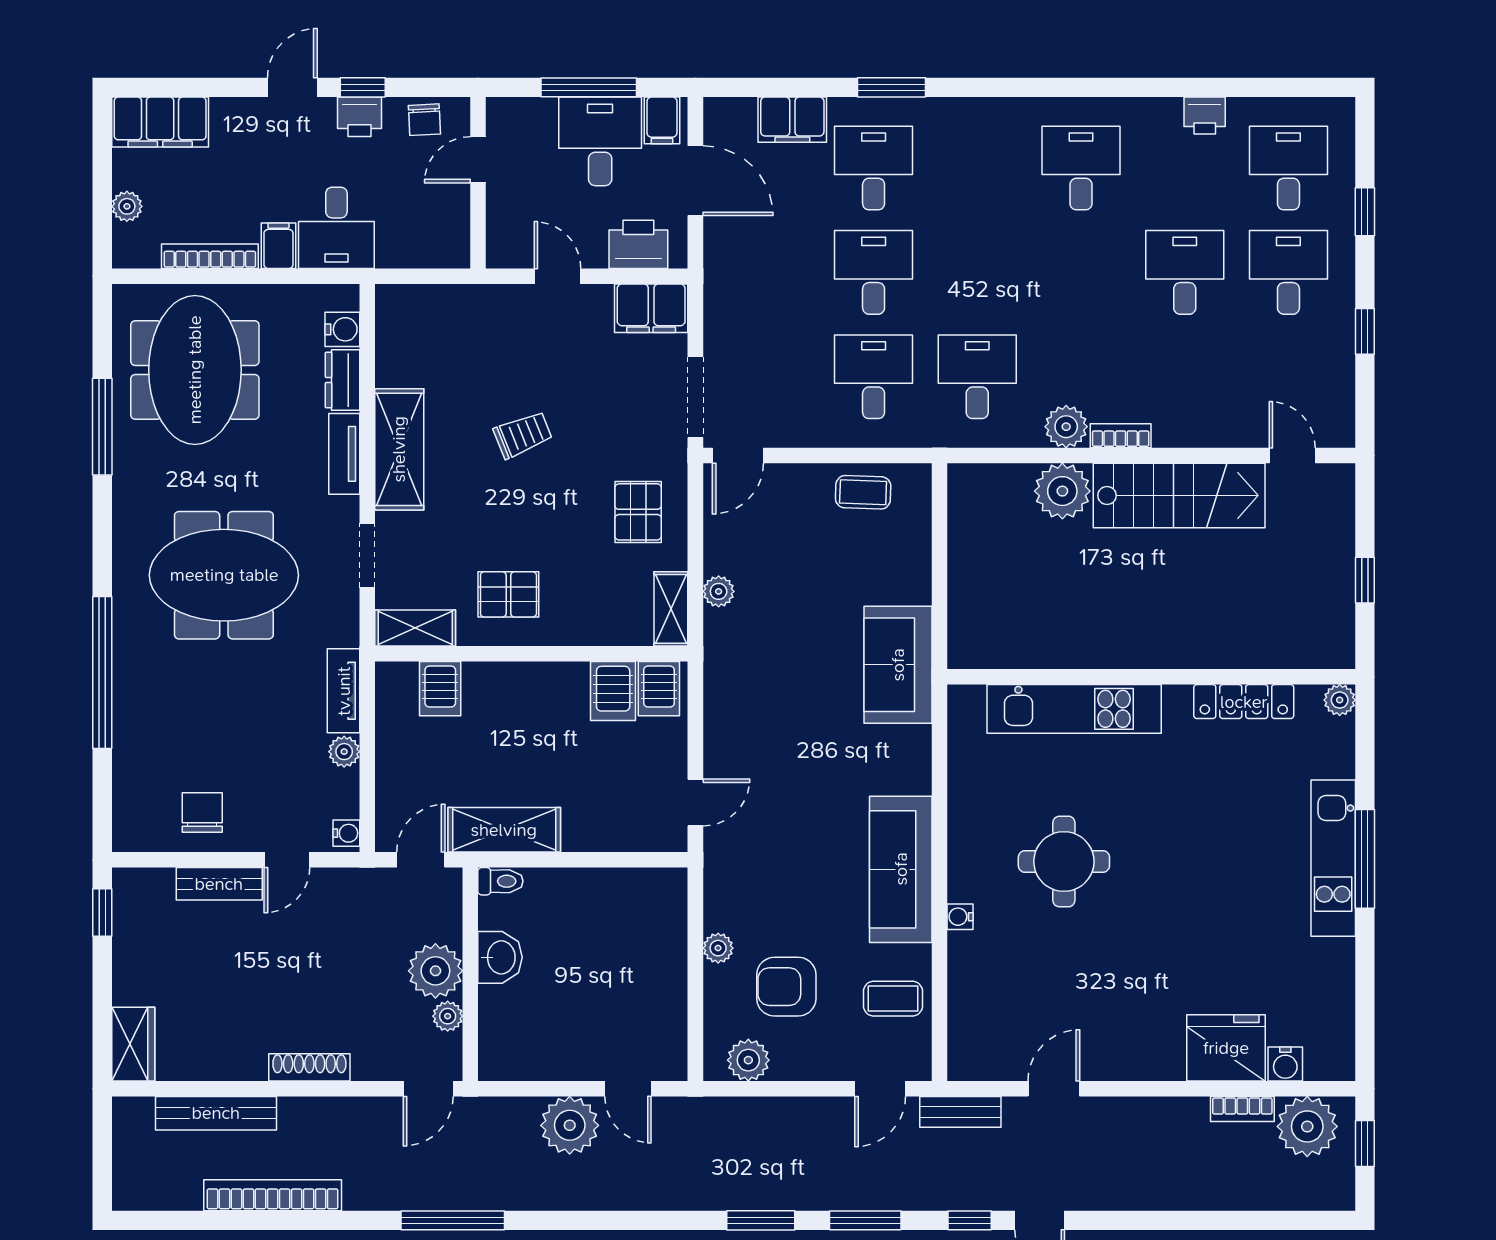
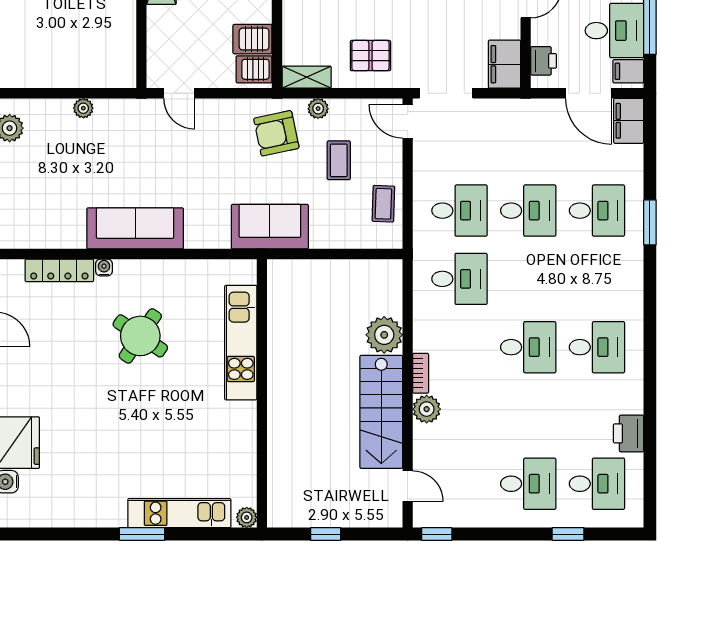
printer: (1205, 115) -> (629, 433), width x1.36, depth x1.24
filing cabinet: (792, 120) -> (629, 121), moved
door: (695, 181) -> (589, 93), hinge flipped
printer: (638, 244) -> (544, 61), width x0.73, depth x0.81
desk: (1185, 272) -> (528, 347), moved
window: (1365, 331) -> (437, 534), moved
plant: (1066, 427) -> (427, 409), moved
door: (1292, 455) -> (408, 486), hinge flipped
locker: (1244, 702) -> (59, 270), moved, turned -90
kitchen unit: (1333, 858) -> (179, 513), moved
window: (1365, 859) -> (142, 534), width x0.69
round table: (1064, 862) -> (140, 336), turned 34
armchair: (786, 987) -> (276, 133), moved, turned -102
coffee table: (893, 999) -> (339, 160), moved

